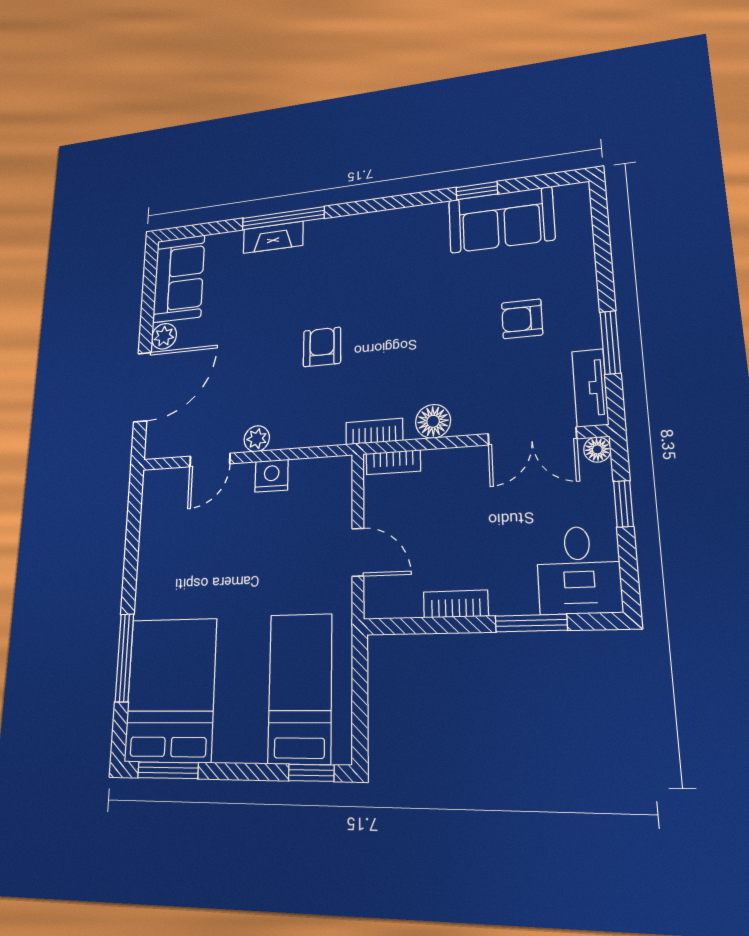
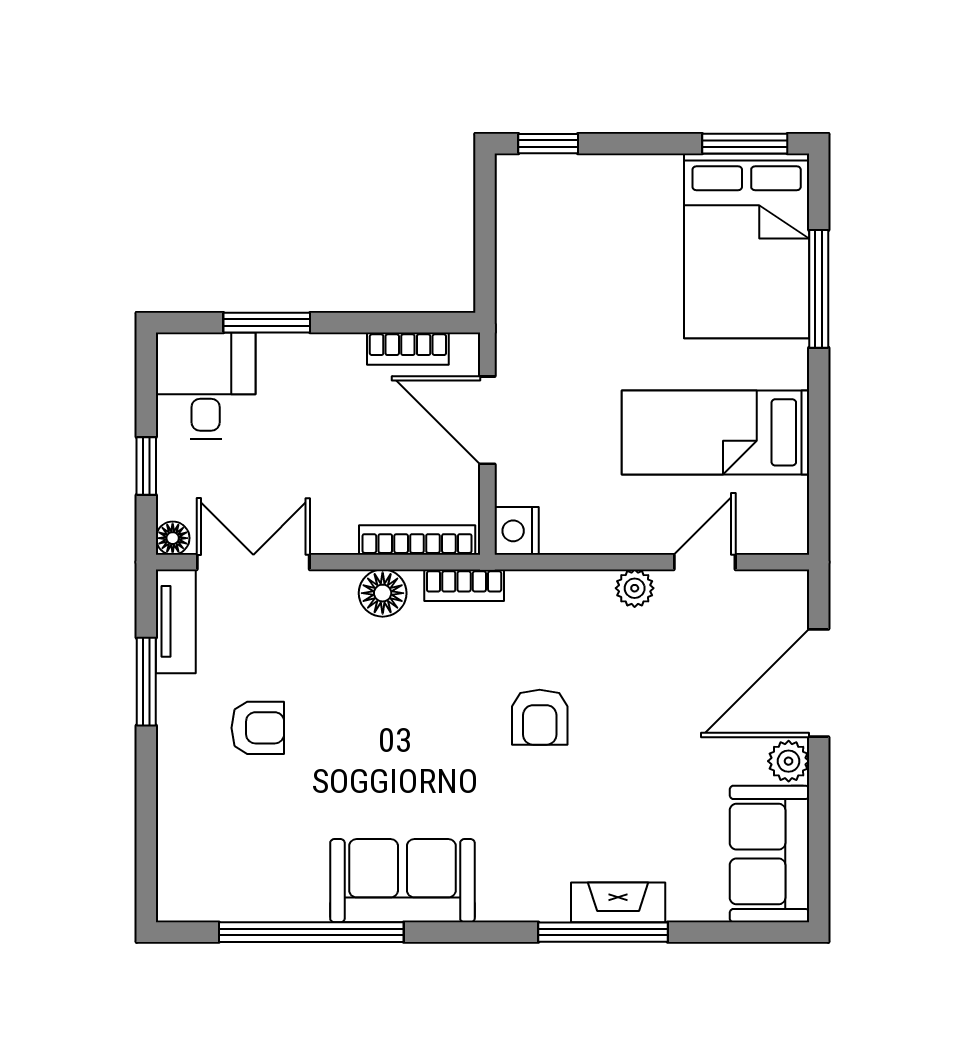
window: (477, 191) -> (311, 932), width x3.17
sofa: (501, 220) -> (402, 881), moved
bookcase: (393, 462) -> (417, 540), width x1.56
nightstand: (272, 476) -> (517, 531), moved, turned 90
door: (358, 552) -> (487, 420), width x1.38
bookcase: (456, 604) -> (408, 349), moved
bed: (300, 688) -> (715, 432), moved, turned 90

